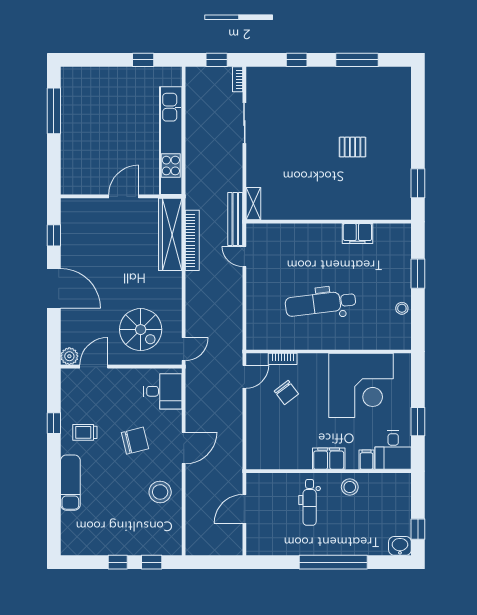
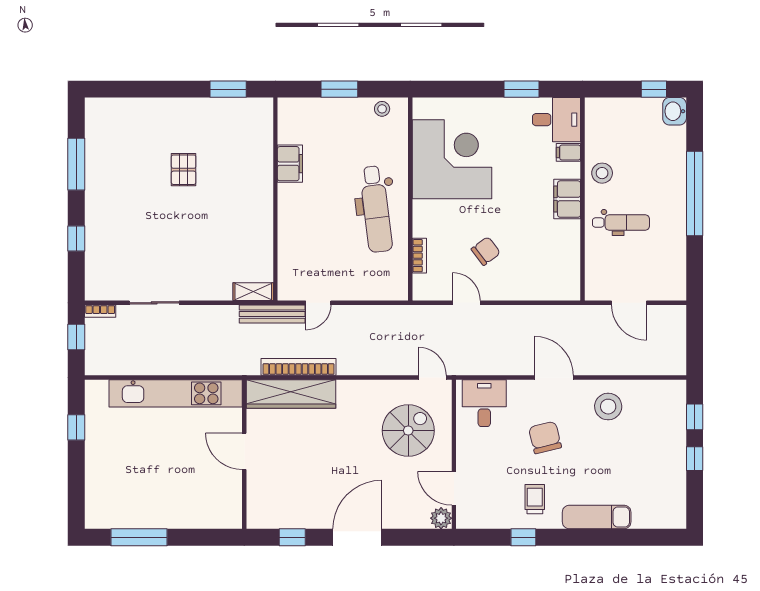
wall: (329, 351) -> (410, 199), moved
bookcase: (283, 359) -> (419, 256), moved
corner desk: (361, 385) -> (452, 159), moved
trolley: (85, 432) -> (535, 499), turned 180

